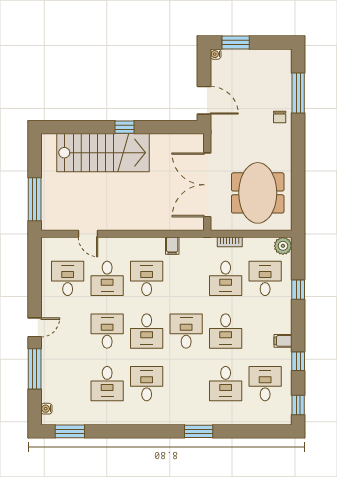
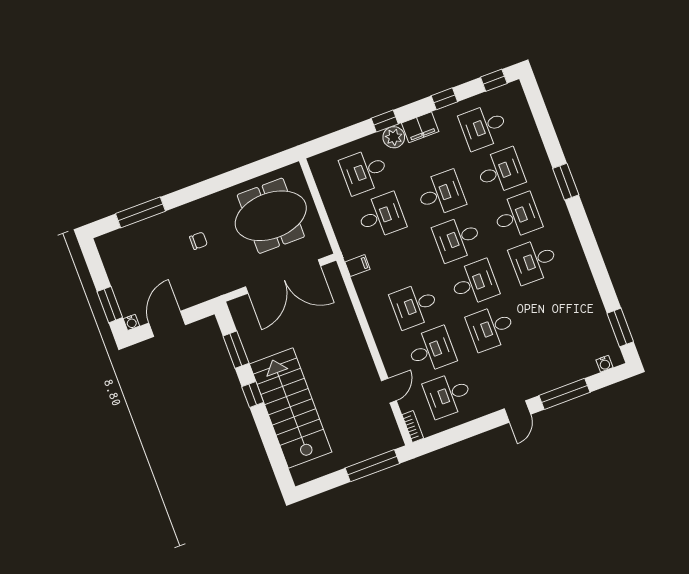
door: (204, 100) -> (167, 324), moved
chair: (280, 117) -> (198, 241), moved
window: (164, 127) -> (236, 350), added
bookcase: (230, 242) -> (413, 427), moved
filing cabinet: (172, 246) -> (357, 266), moved
plant: (283, 246) -> (394, 137), moved
window: (298, 290) -> (385, 121), moved
door: (35, 327) -> (517, 411), swing flipped
filing cabinet: (283, 341) -> (420, 127), width x2.00
desk: (107, 384) -> (517, 216), moved

